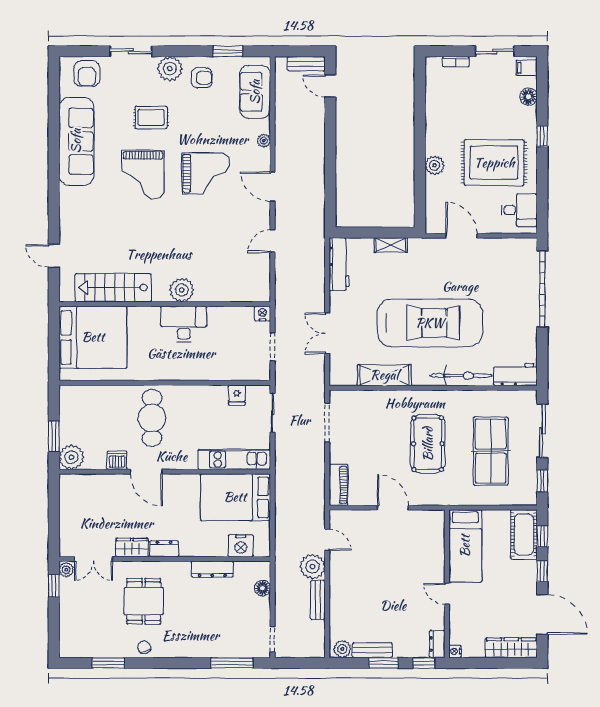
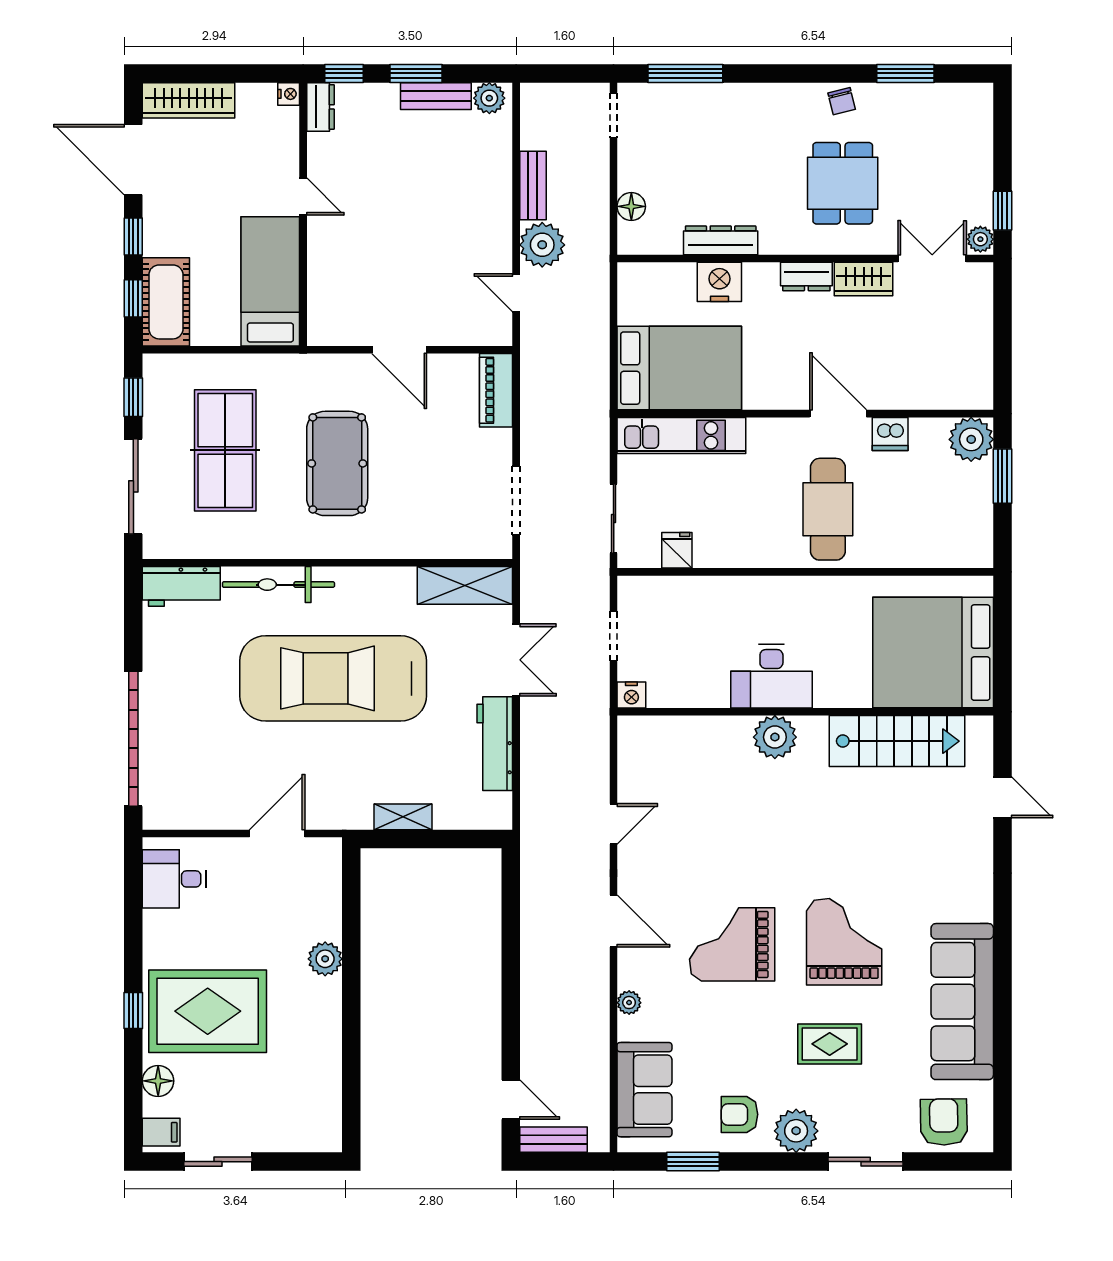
bookcase: (456, 62) -> (287, 1143), removed
rug: (494, 163) -> (208, 1011), moved
door: (462, 236) -> (277, 834), swing flipped
workbench: (339, 264) -> (495, 744), moved
shelving: (384, 375) -> (465, 585), moved
nightstand: (241, 546) -> (719, 282), moved

